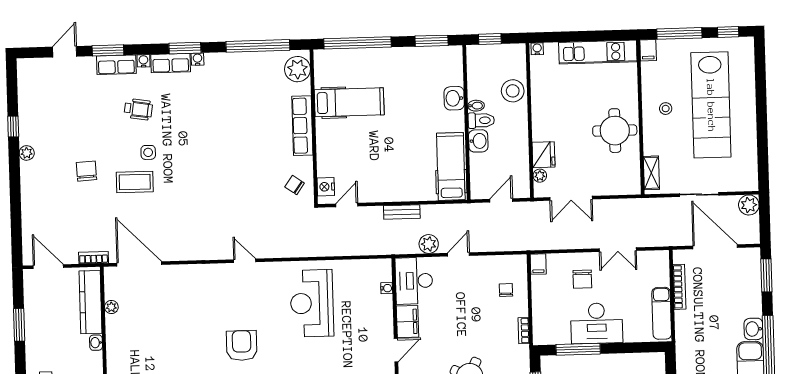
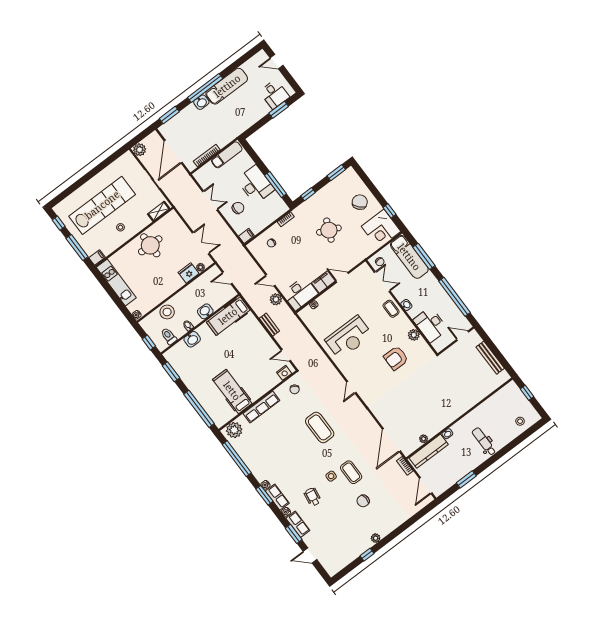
toilet: (481, 120) -> (169, 336), moved
coffee table: (222, 182) -> (320, 427), added

